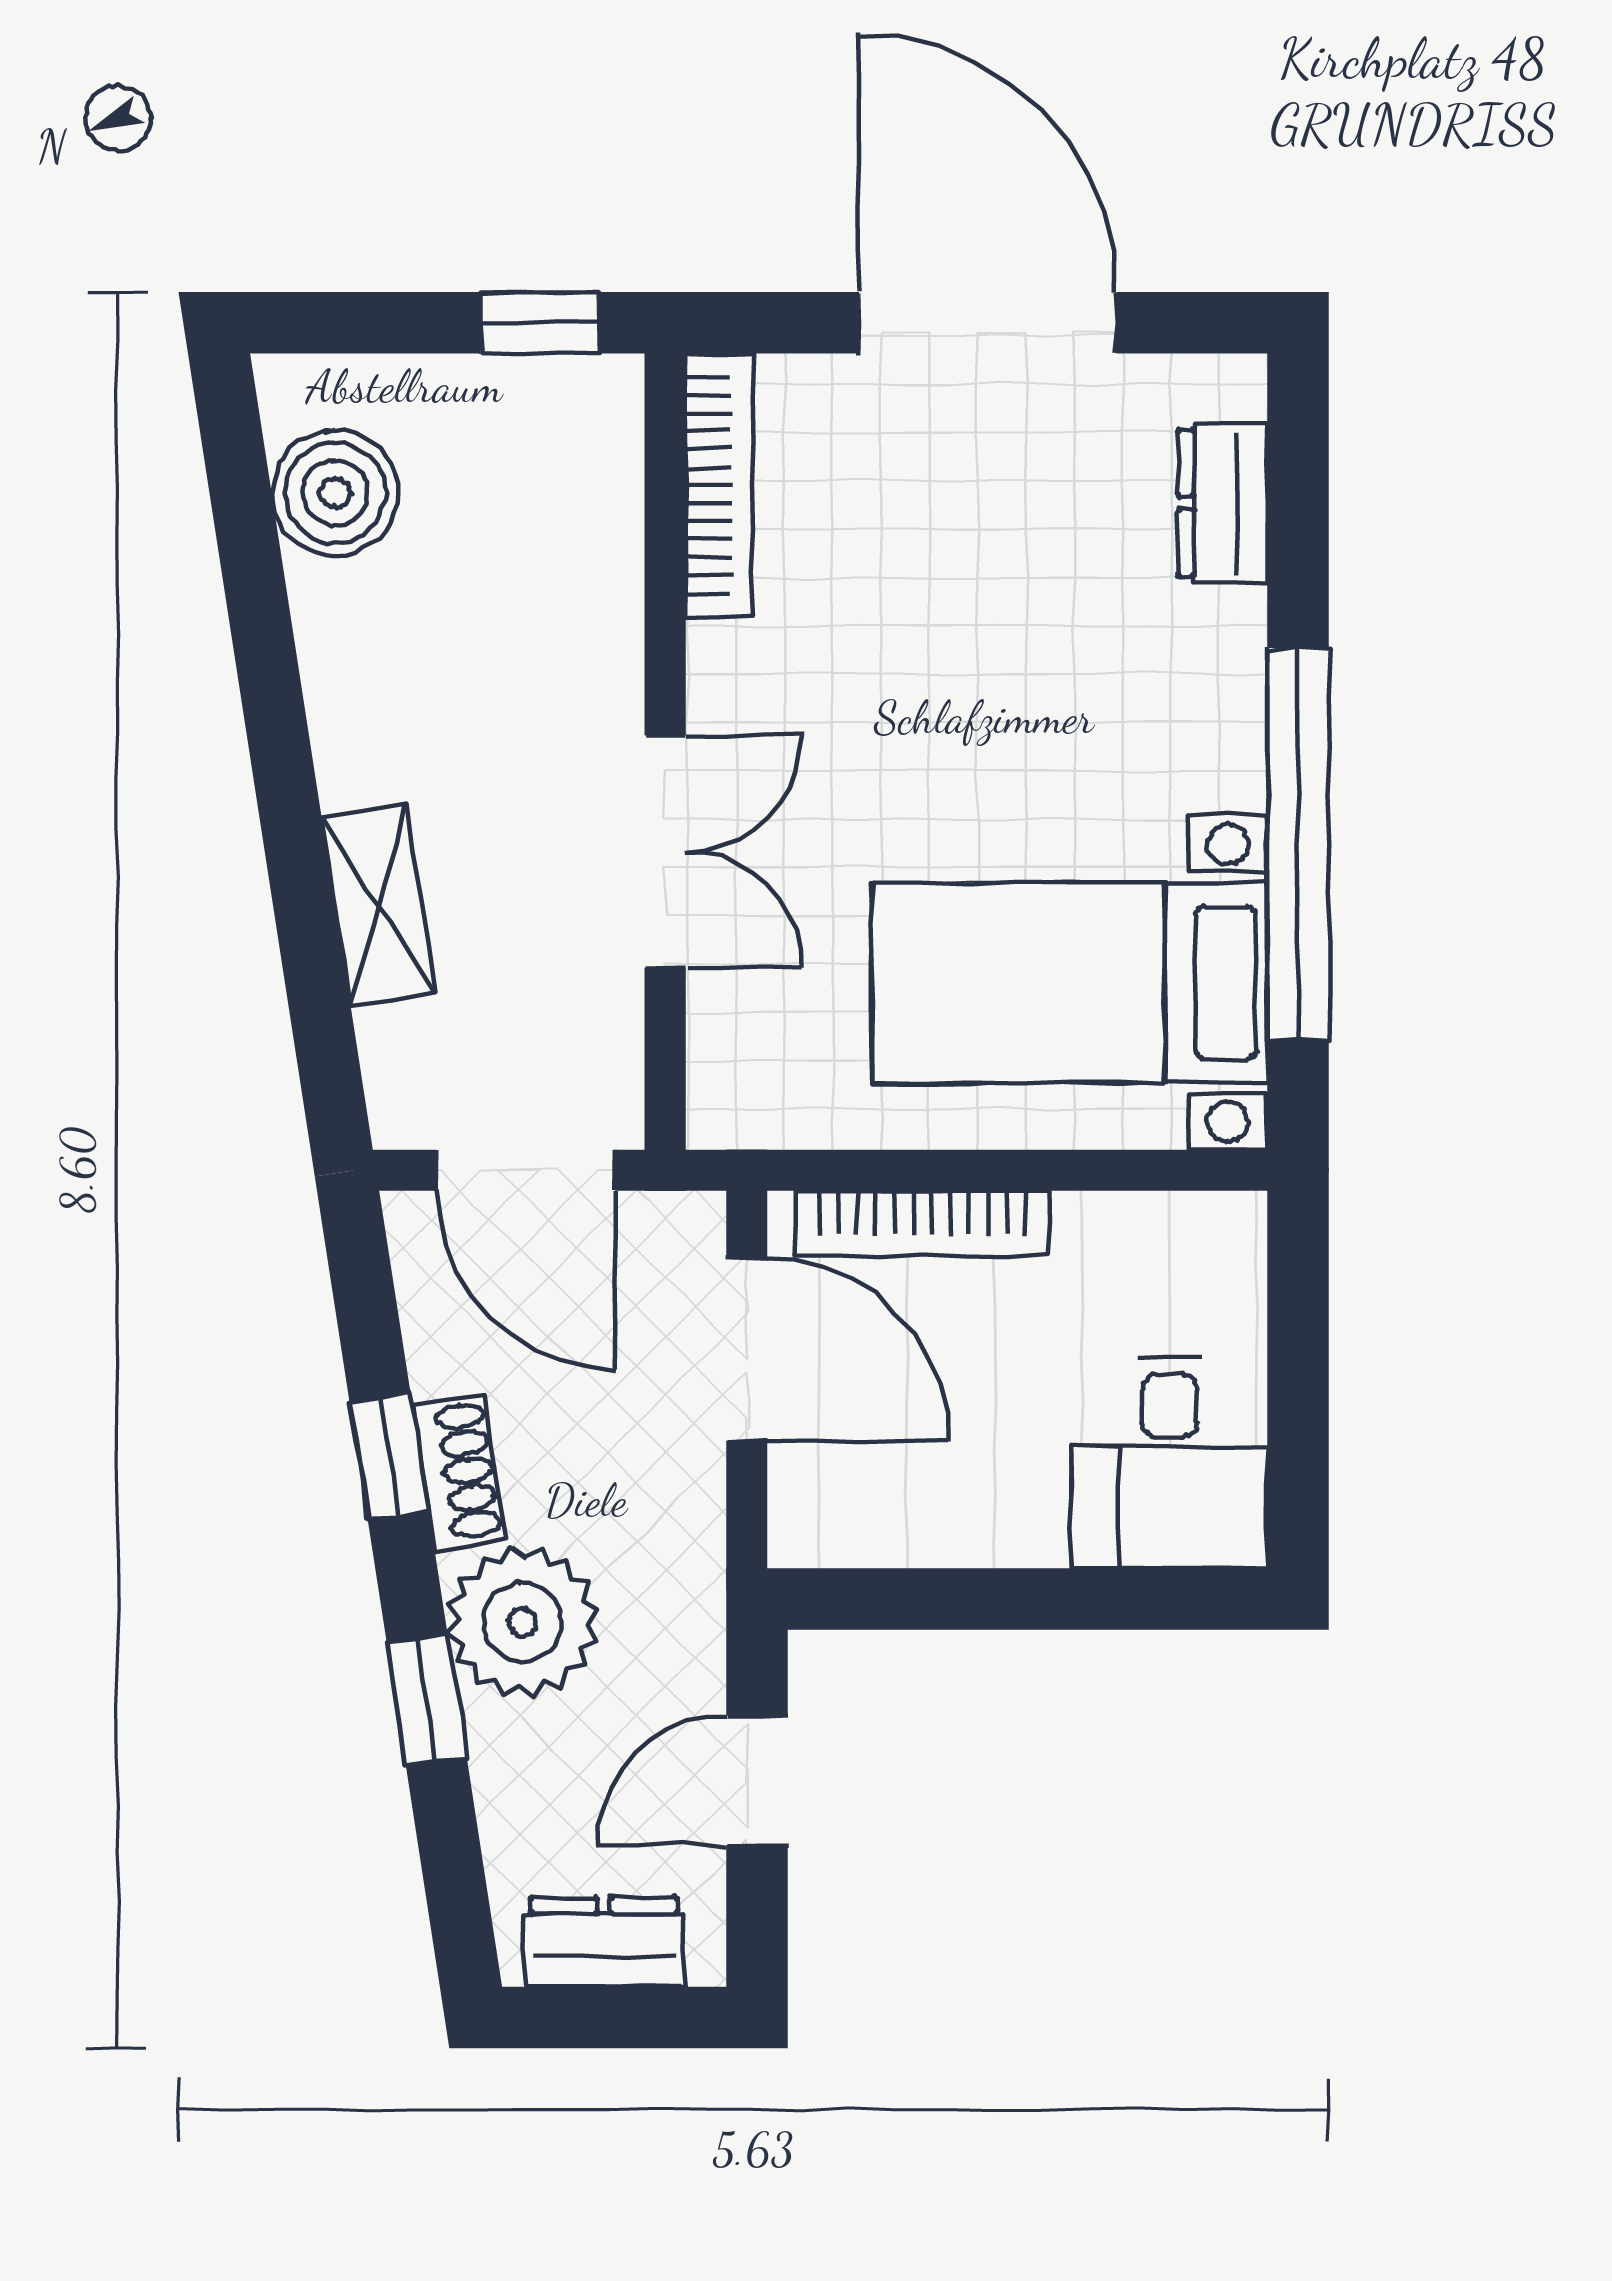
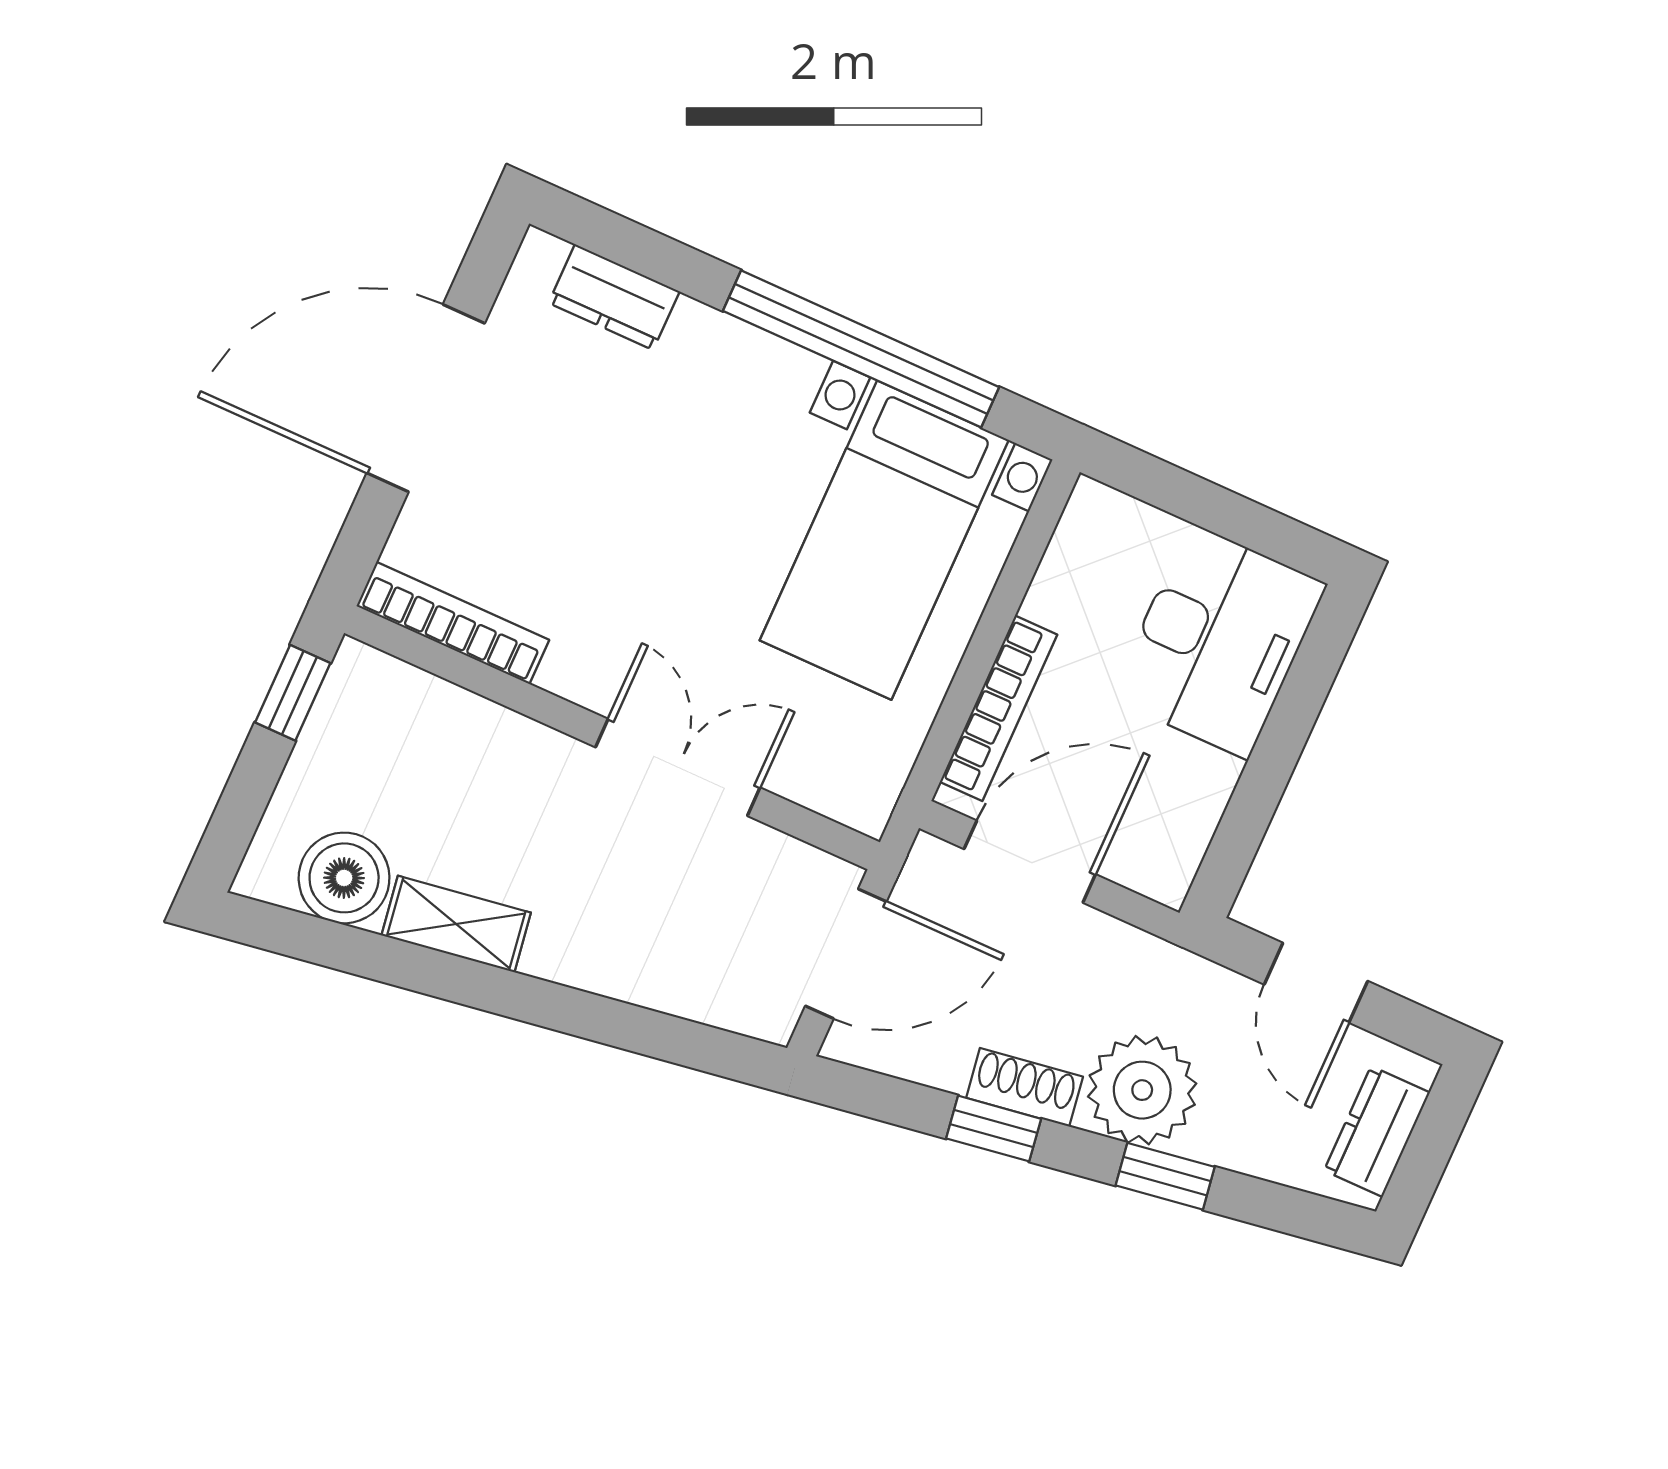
shelving: (378, 904) -> (456, 924), moved
desk: (1169, 1463) -> (1219, 641), width x1.37

